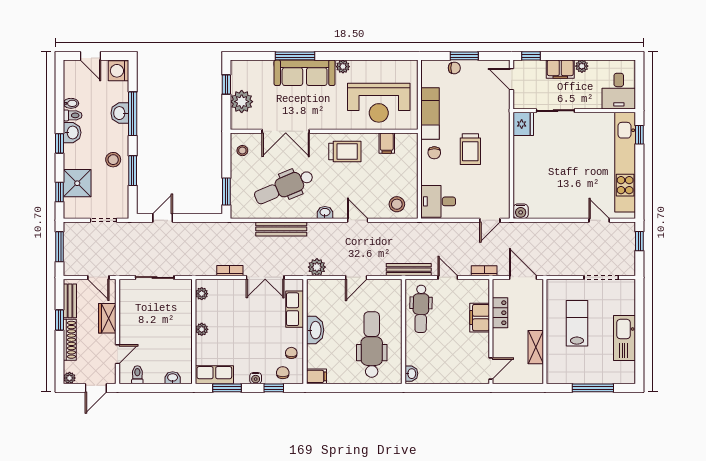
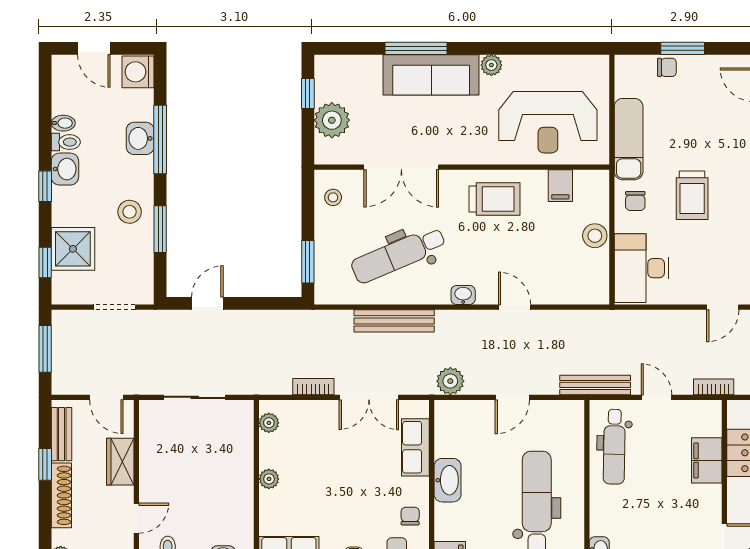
desk: (438, 201) -> (641, 268), width x1.37
stool: (397, 204) -> (595, 236), moved

